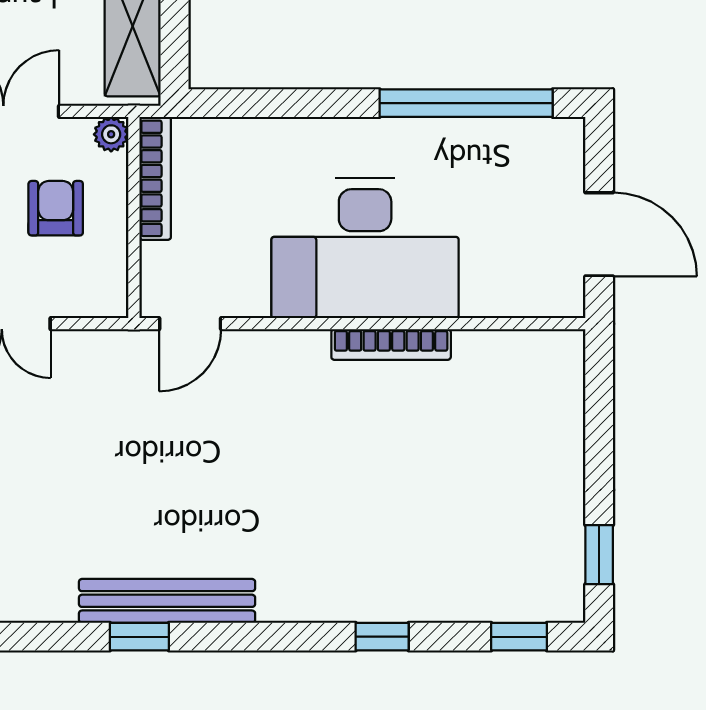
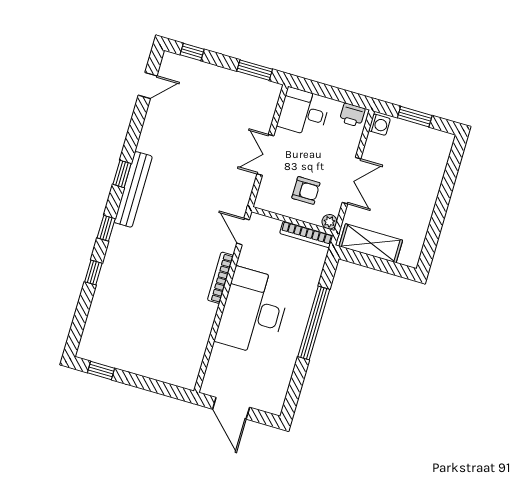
window: (466, 103) -> (314, 323), moved
door: (599, 234) -> (231, 408), hinge flipped
bookcase: (391, 345) -> (220, 278), moved
window: (519, 637) -> (106, 228), moved

